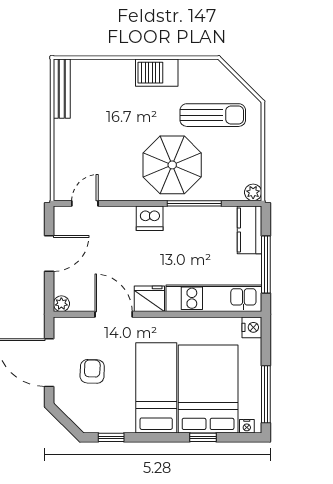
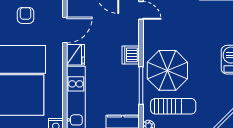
sun lounger: (213, 115) -> (173, 106), moved, turned -90
armchair: (92, 371) -> (26, 15), turned -92

